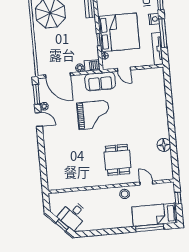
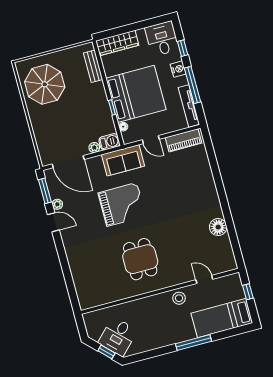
piano: (149, 74) -> (184, 140), added
dining table: (118, 160) -> (140, 259), moved
window: (150, 228) -> (193, 342), moved

